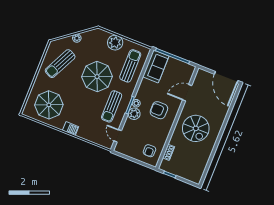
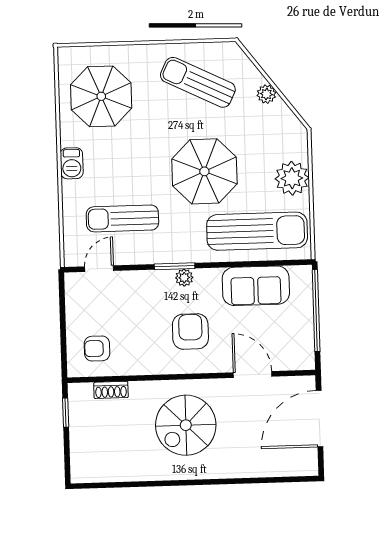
sun lounger: (130, 66) -> (257, 231), width x1.36, depth x1.34
sofa: (156, 66) -> (256, 286), moved
door: (226, 77) -> (319, 419), moved
sun lounger: (112, 106) -> (122, 218), moved
plant: (134, 114) -> (160, 283), removed

